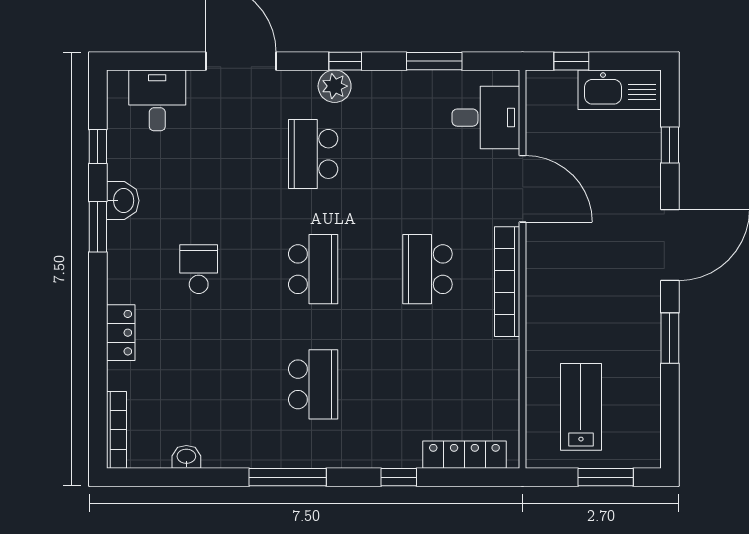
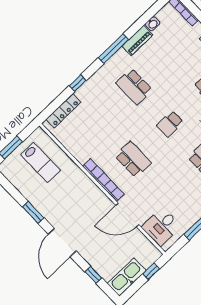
school desk: (313, 269) -> (170, 124), width x0.54
piano: (237, 453) -> (137, 41), added

